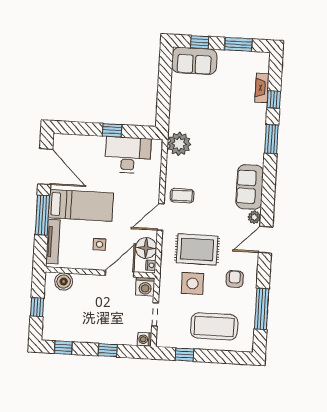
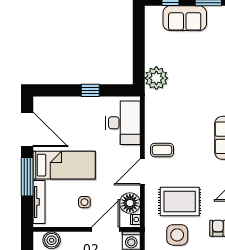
sofa: (194, 61) -> (185, 18), moved
plant: (179, 144) -> (156, 78), moved
desk: (128, 155) -> (123, 123), moved, turned 90

